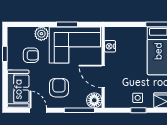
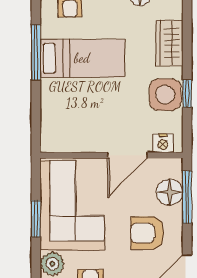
nightstand: (110, 46) -> (163, 143), moved
side table: (138, 98) -> (165, 95), width x1.87, depth x1.87
floor lamp: (94, 100) -> (170, 192), moved

